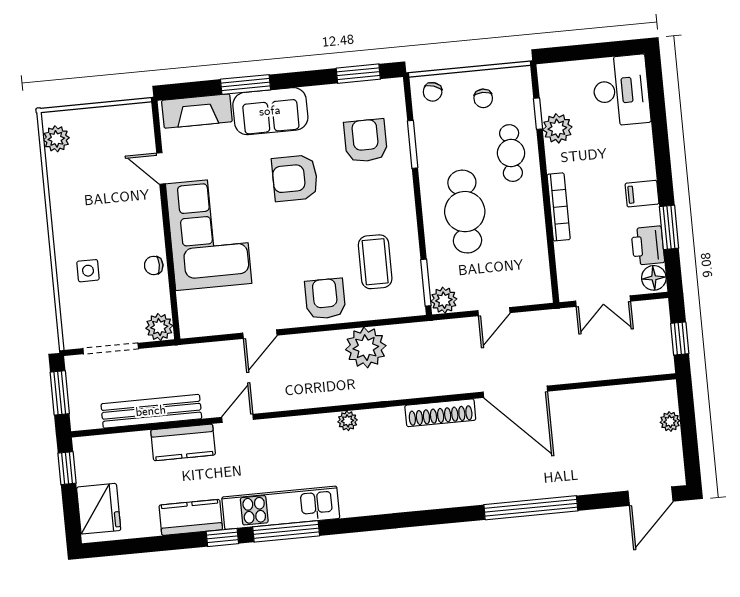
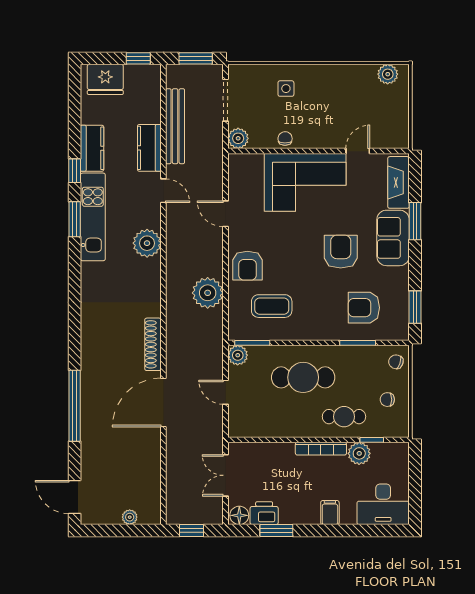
armchair: (366, 141) -> (364, 308), turned 180
filing cabinet: (642, 194) -> (330, 513), moved
bookcase: (559, 207) -> (321, 449), moved
armchair: (325, 299) -> (247, 266), turned 90
plant: (348, 421) -> (147, 243), moved, width x1.88, depth x1.88
window: (286, 531) -> (75, 219), width x0.69

